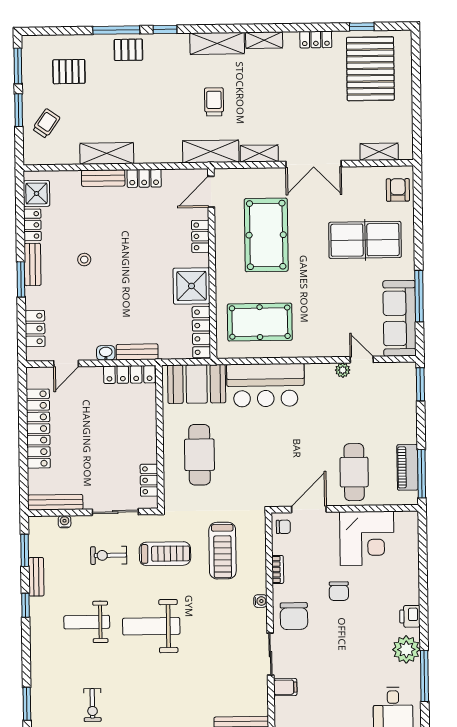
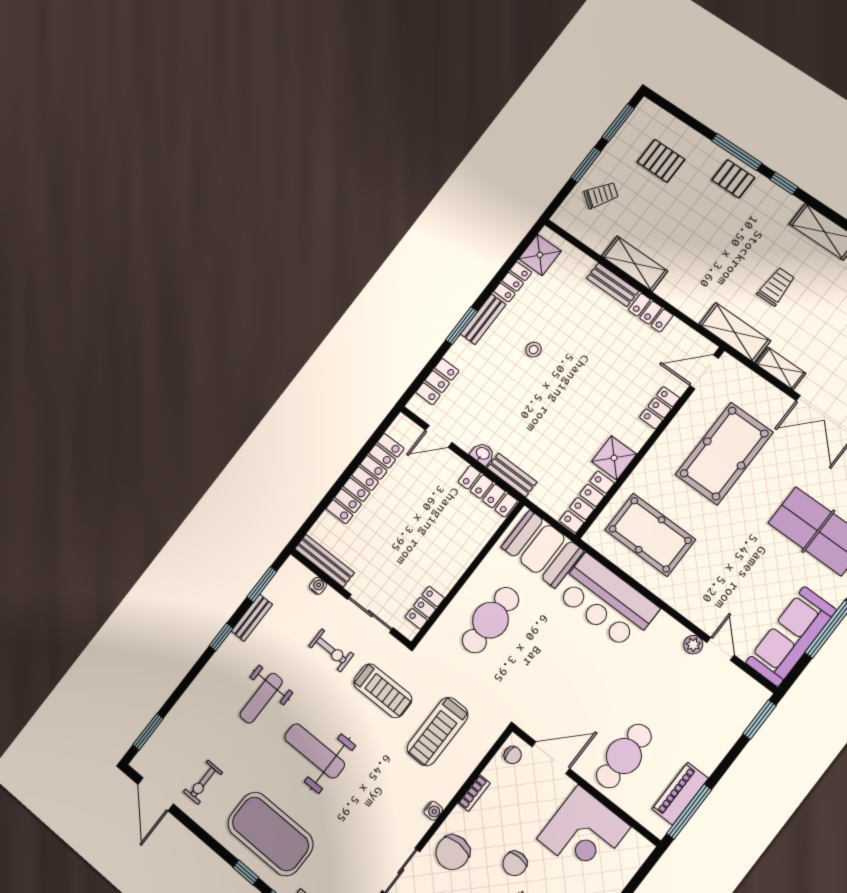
shower: (191, 286) -> (614, 458), width x0.73, depth x0.73
exercise bike: (109, 555) -> (331, 650), turned 180
weight bench: (87, 622) -> (261, 698), turned -90
exercise mat: (166, 700) -> (270, 834), added

